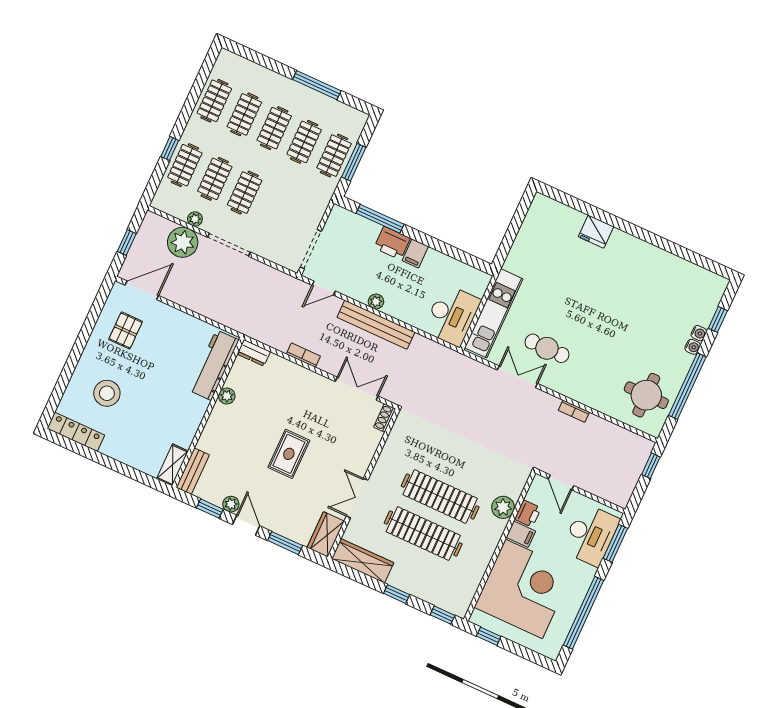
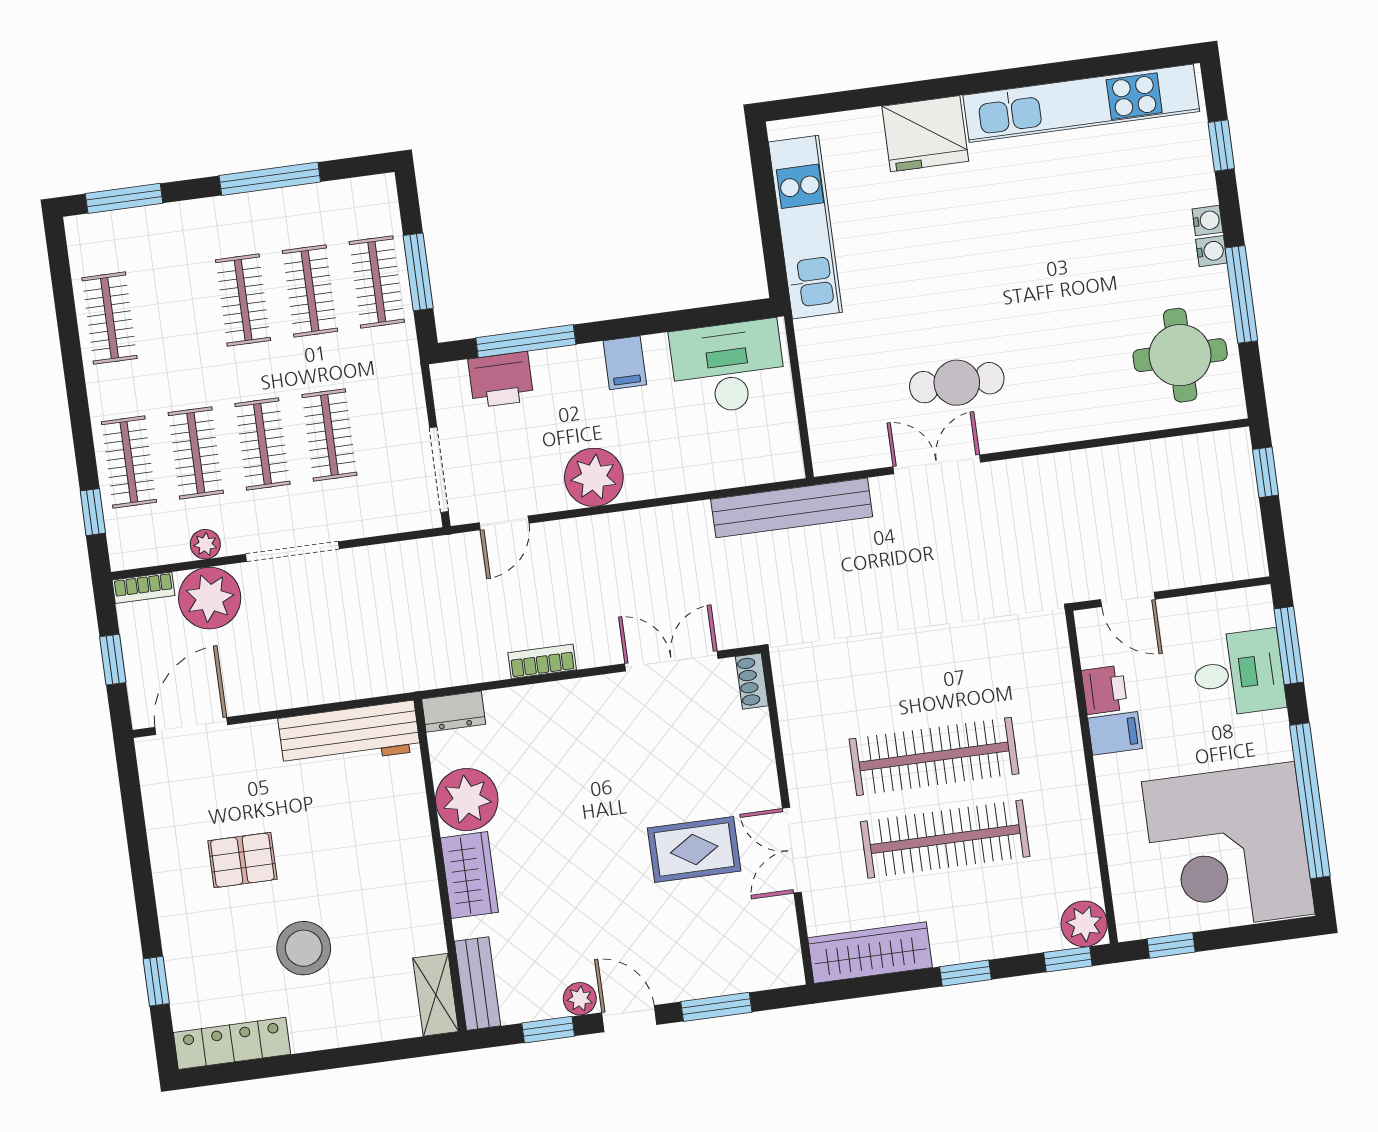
window: (252, 55) -> (124, 198), added
clothes rail: (244, 114) -> (329, 435), moved
window: (170, 148) -> (93, 512), moved
fridge: (596, 232) -> (925, 134), width x1.36, depth x1.34
printer: (392, 243) -> (501, 380), moved
kitchen unit: (671, 266) -> (1081, 103), added
plant: (376, 302) -> (594, 477), width x1.88, depth x1.88
kitchen unit: (494, 313) -> (805, 227), moved
desk: (452, 315) -> (728, 367), moved, turned -90
bench: (376, 325) -> (792, 508), moved
pallet: (126, 330) -> (242, 860), moved, turned 90
water cooler: (699, 333) -> (1211, 251), moved
workbench: (214, 365) -> (349, 735), moved, turned -90
window: (61, 386) -> (156, 981), added
window: (687, 386) -> (1241, 294), width x0.68
stool: (107, 393) -> (304, 948), moved
plant: (227, 396) -> (467, 800), width x1.87, depth x1.87
bookcase: (574, 411) -> (143, 588), moved
rug: (289, 454) -> (694, 850), moved, turned 90
plant: (503, 507) -> (1084, 924), moved
wardrobe: (326, 534) -> (469, 875), moved, turned 180
desk: (591, 535) -> (1239, 673), width x0.73
corner desk: (524, 589) -> (1228, 848), moved, turned 180

